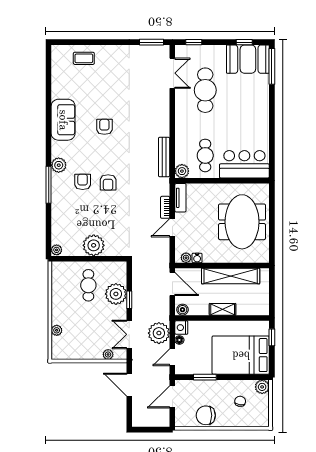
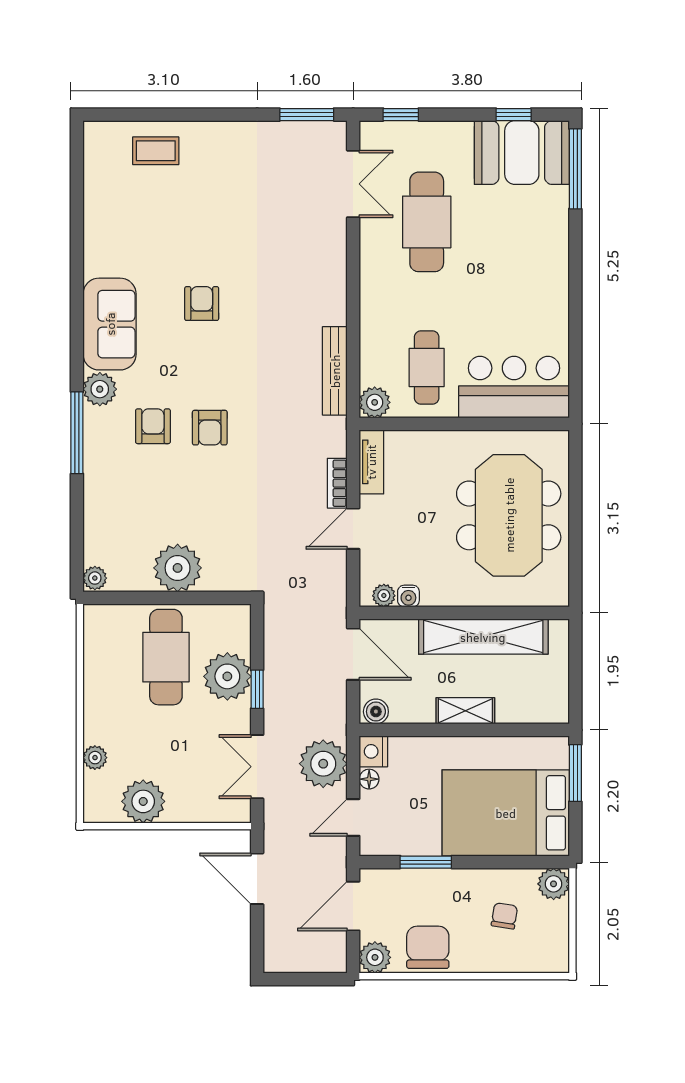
sofa: (63, 120) -> (110, 324), moved
cafe table: (88, 285) -> (166, 657), width x1.37, depth x1.35
window: (272, 337) -> (575, 773), width x1.50
plant: (108, 354) -> (143, 801), moved, width x1.88, depth x1.88
chair: (206, 415) -> (428, 947), turned 90
plant: (182, 420) -> (375, 957), added

